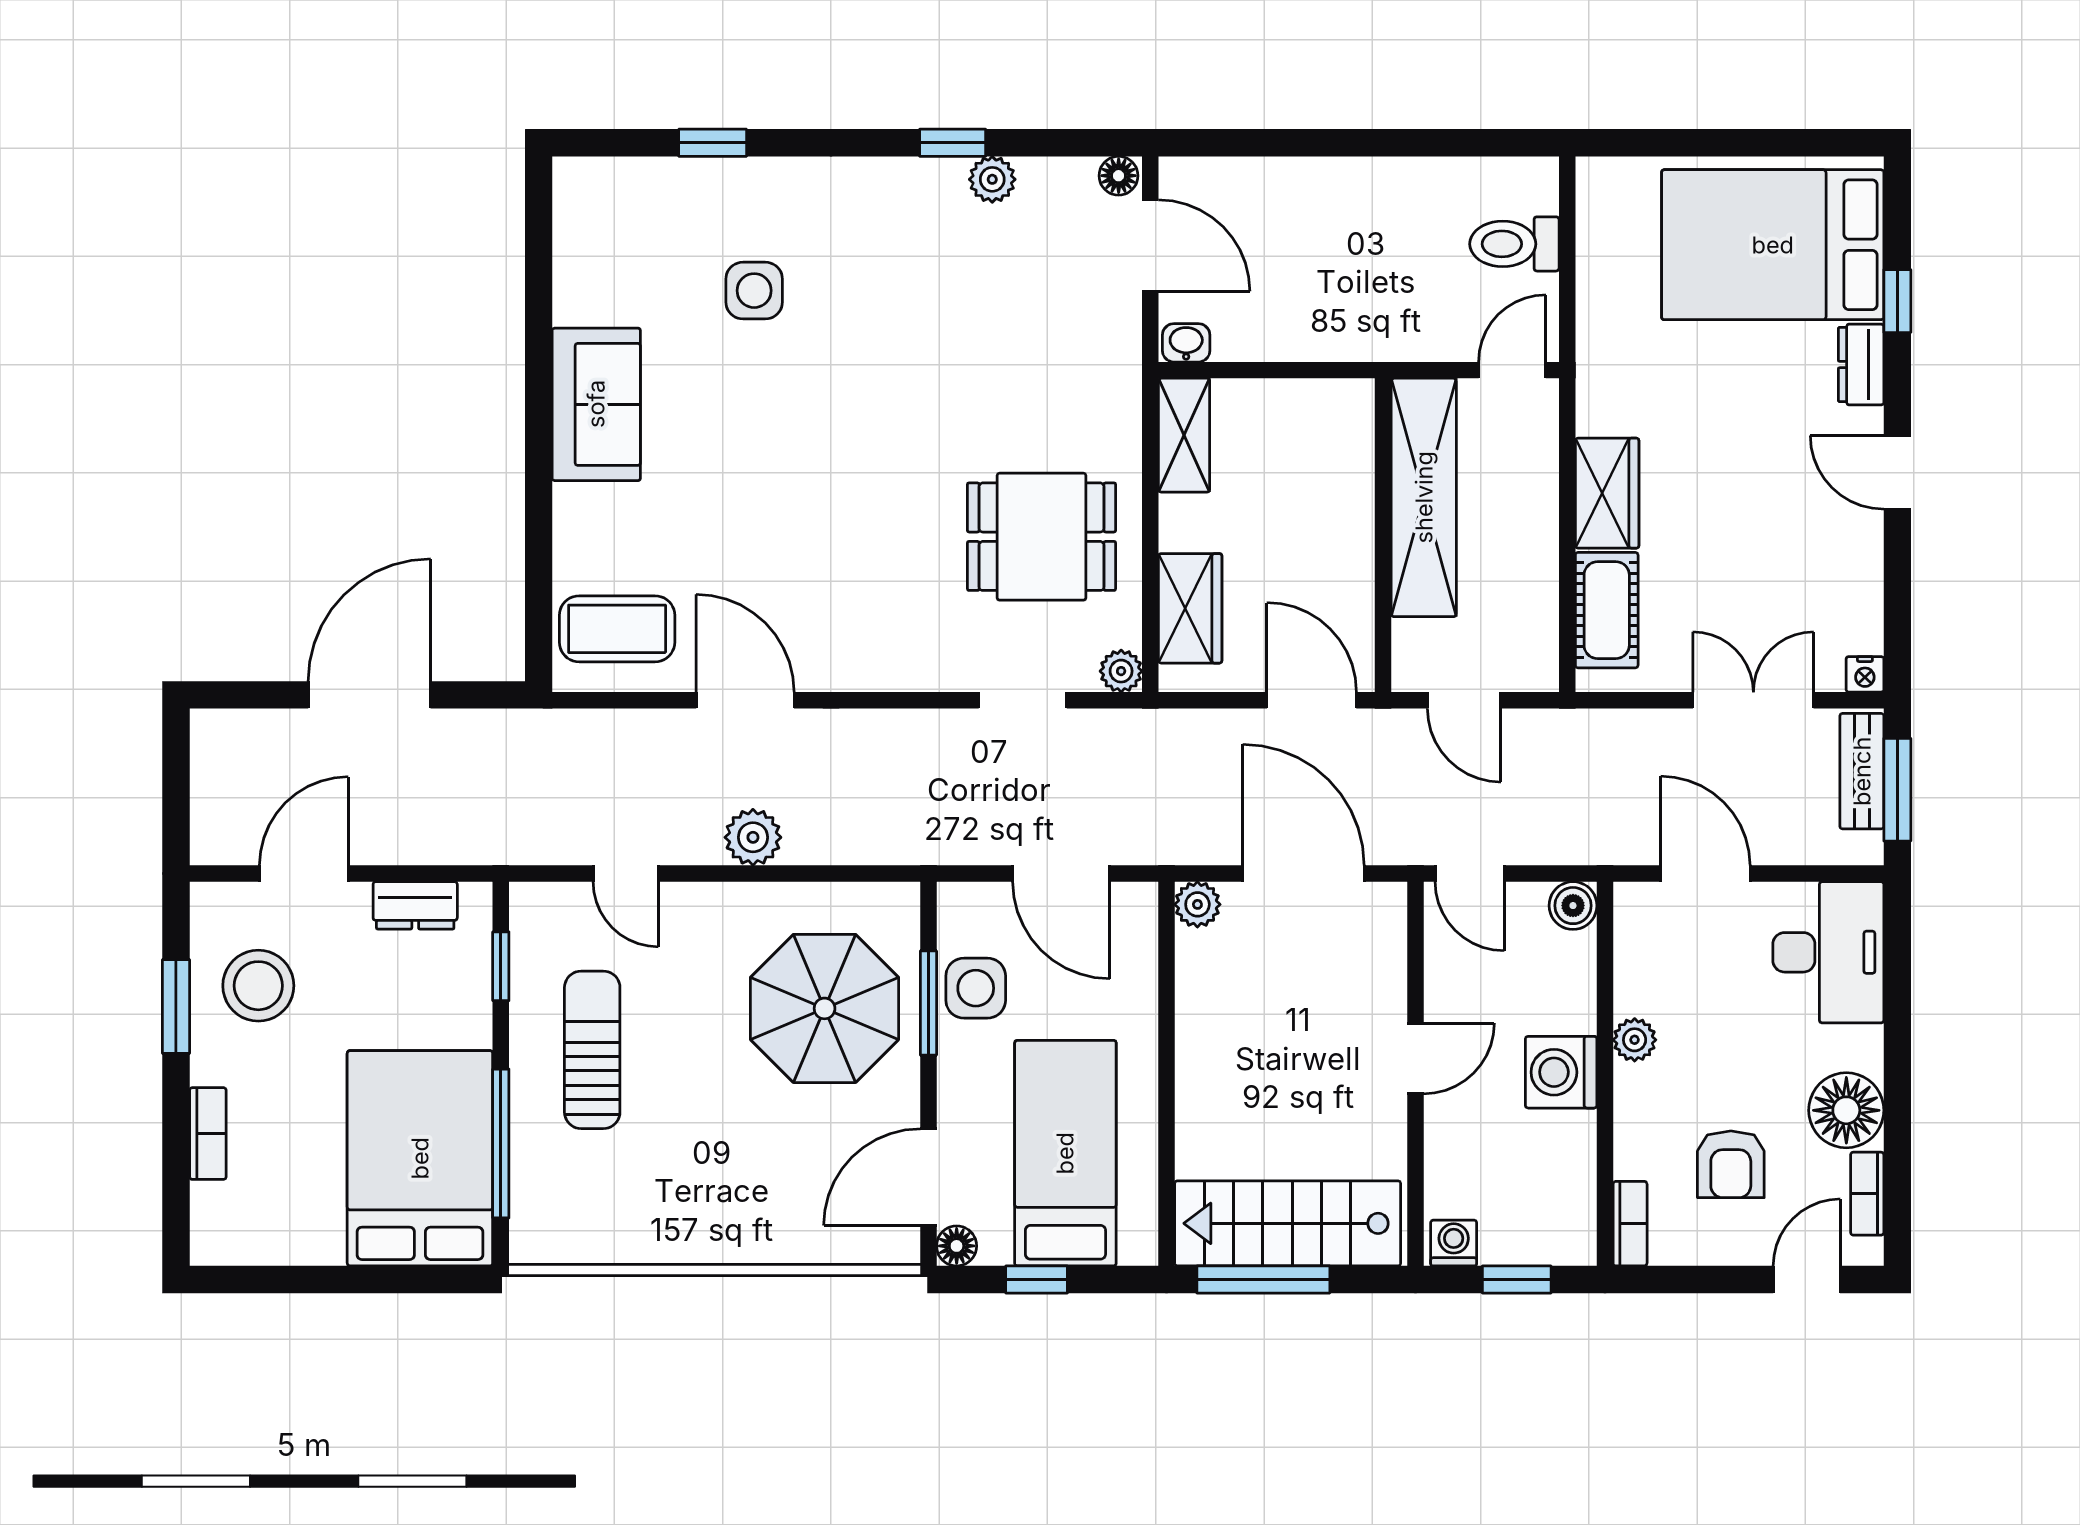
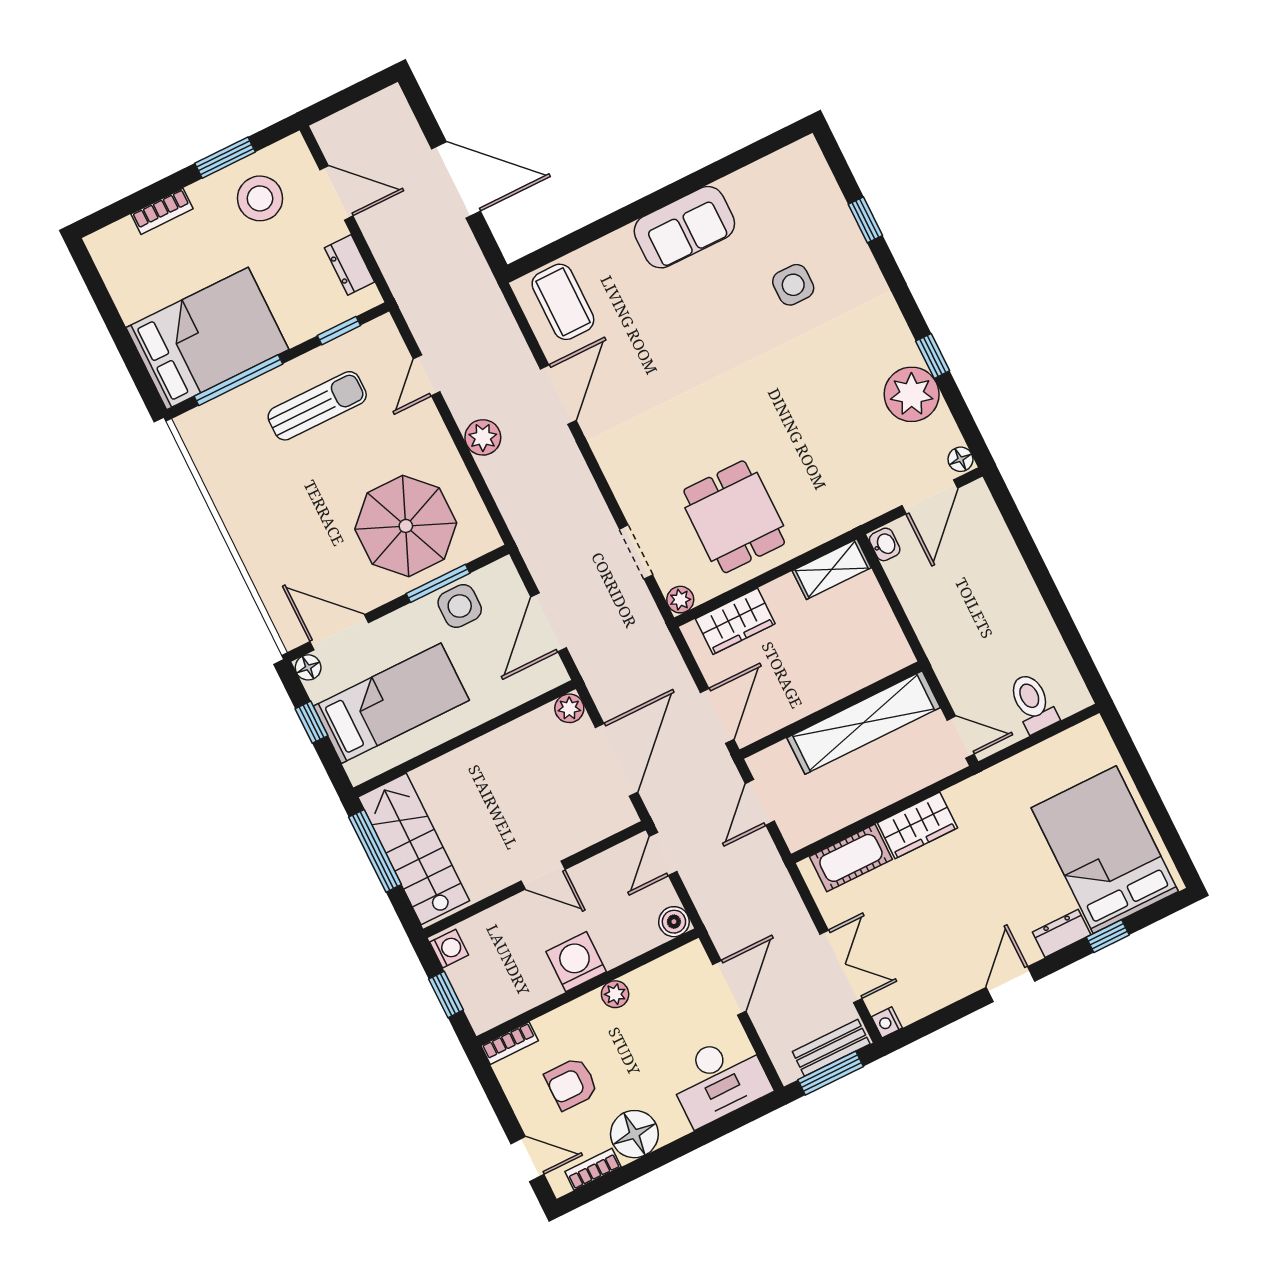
plant: (992, 179) -> (912, 394), width x1.87, depth x1.87

